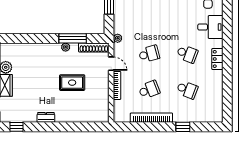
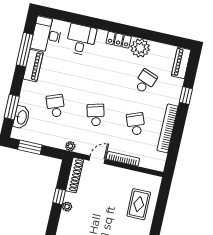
window: (73, 38) -> (59, 196), width x0.46
school desk: (187, 54) -> (56, 106), moved, turned -42
plant: (215, 79) -> (140, 48), added
rug: (72, 83) -> (139, 204), moved
piano: (210, 117) -> (181, 63), added

